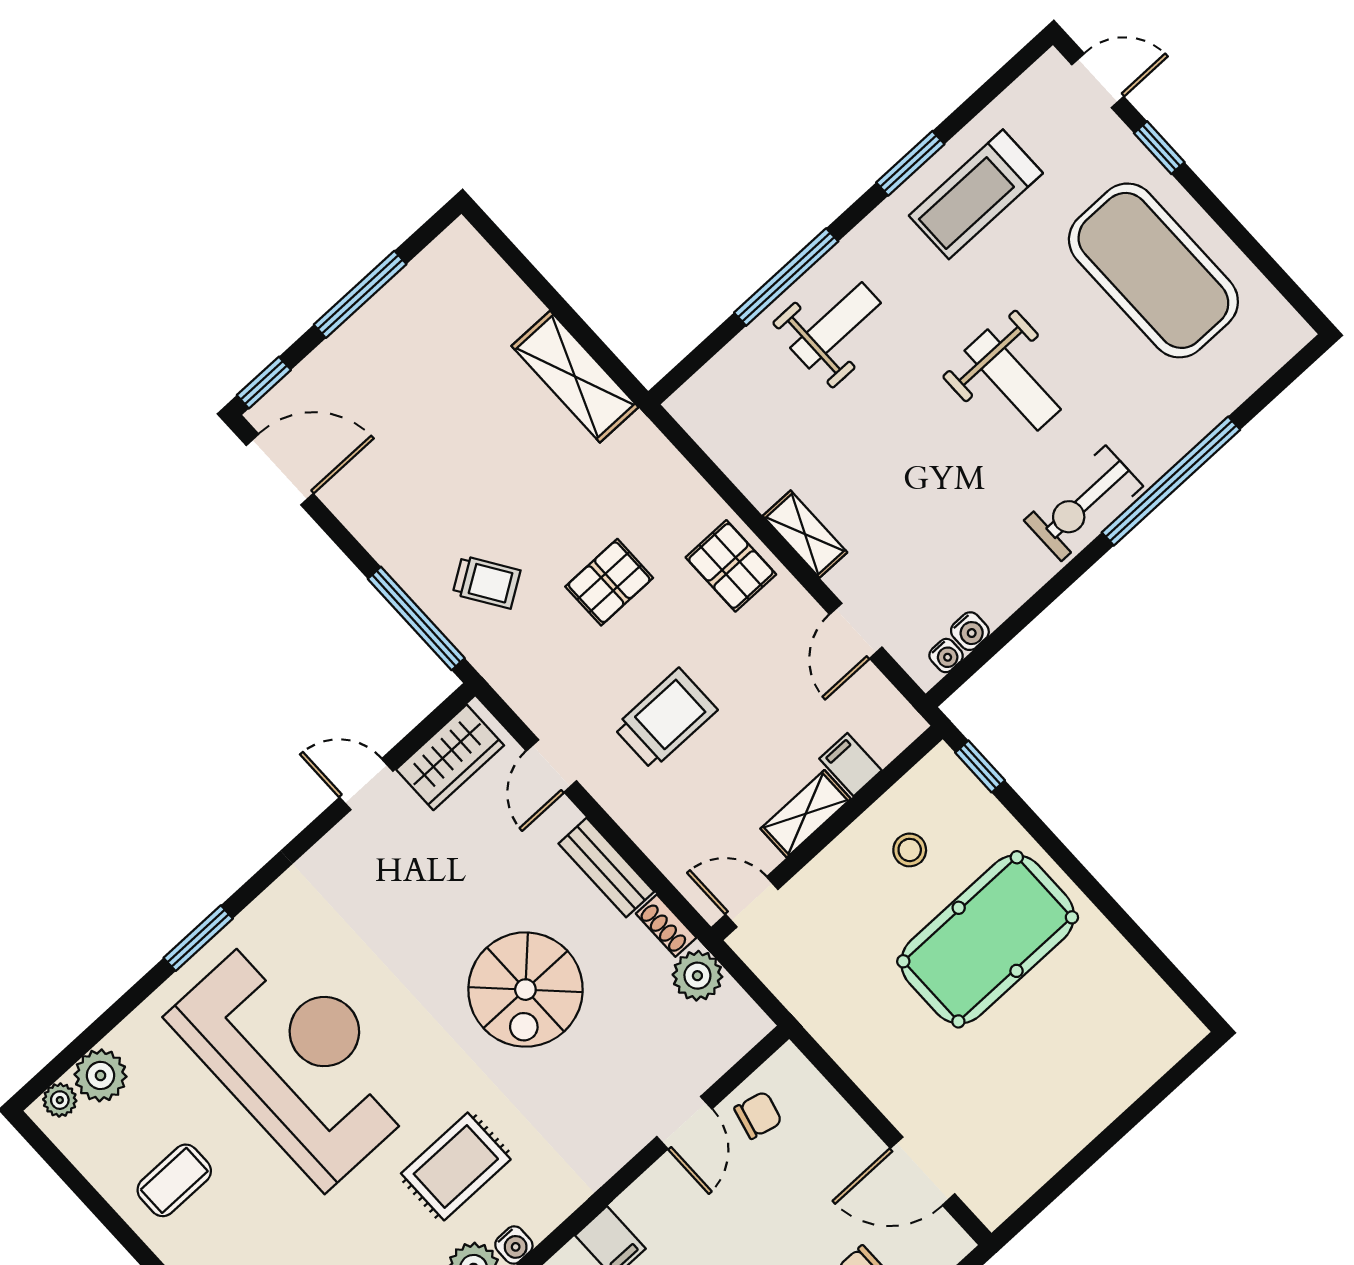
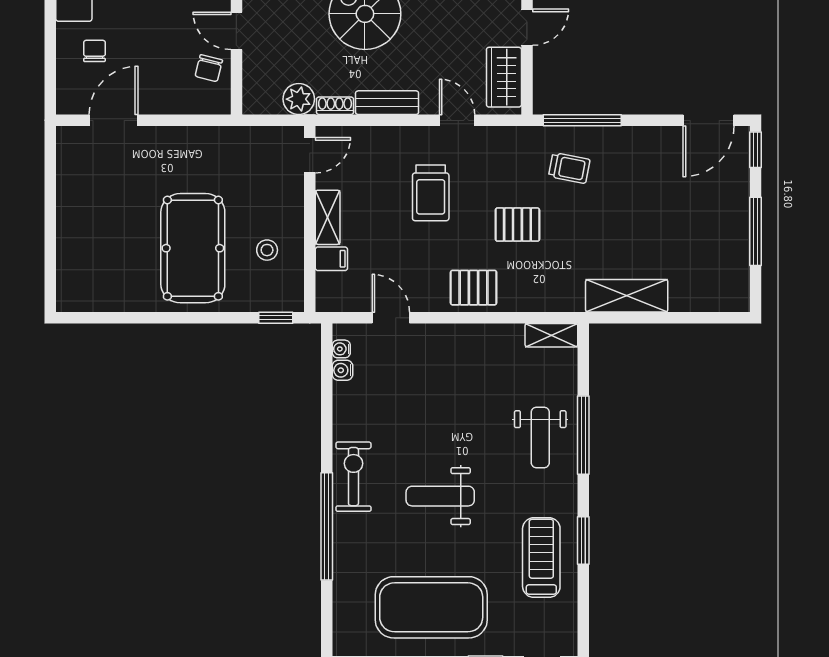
shelving: (805, 534) -> (551, 335), moved
trolley: (486, 582) -> (569, 168), turned -136
pallet: (609, 582) -> (517, 225), turned 90

